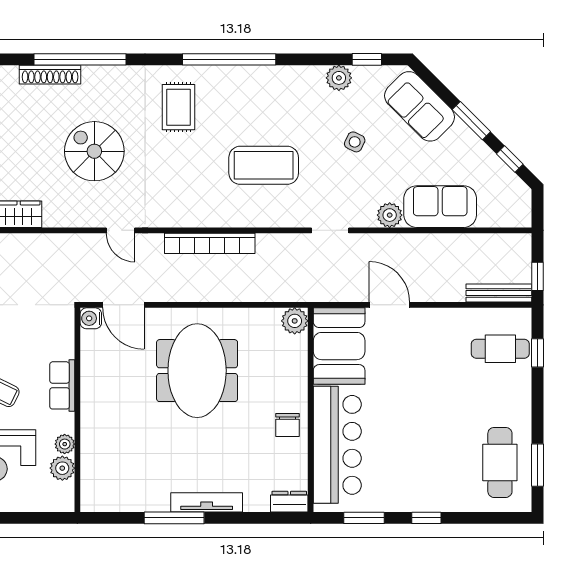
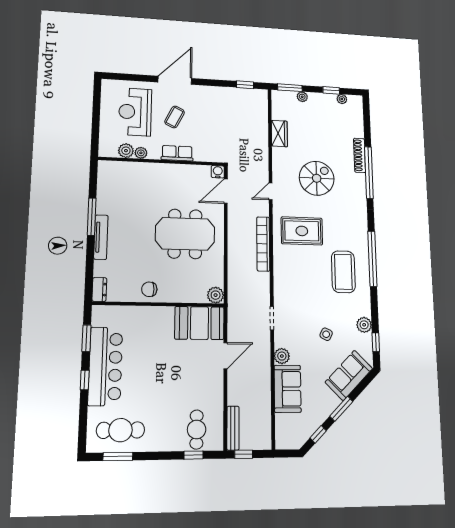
rug: (178, 107) -> (302, 231), moved, width x1.36, depth x1.43
coffee table: (264, 165) -> (343, 272), moved
bar counter: (337, 445) -> (105, 366), moved, turned -90

